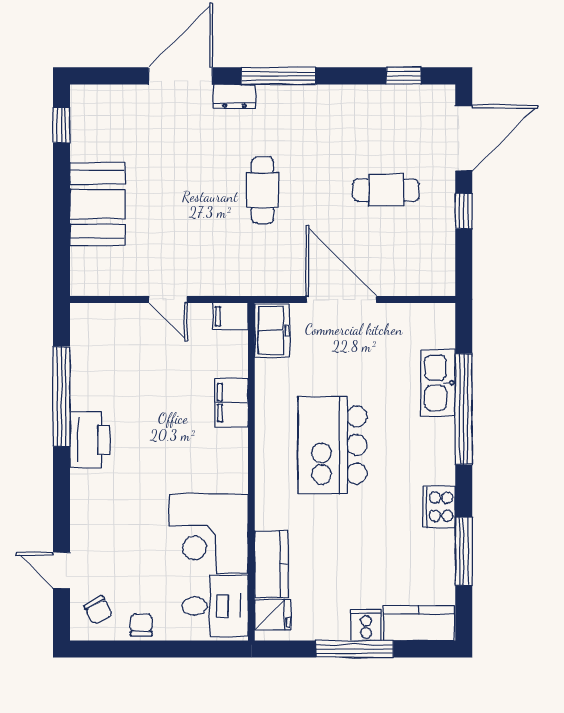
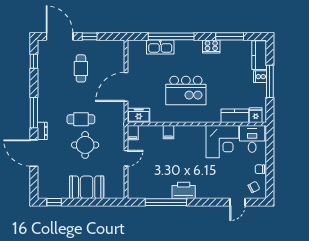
round table: (200, 200) -> (85, 145), added
filing cabinet: (232, 403) -> (168, 132), width x0.50

